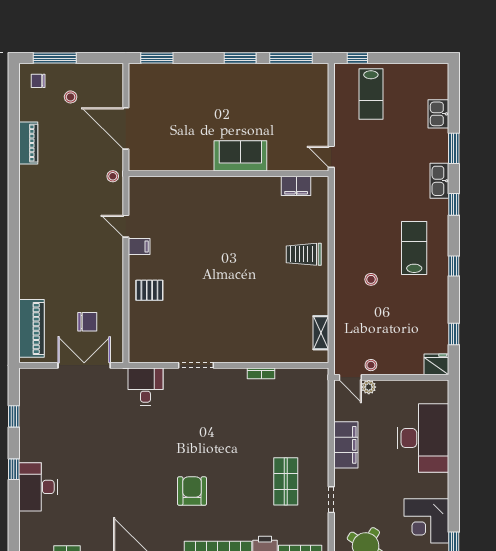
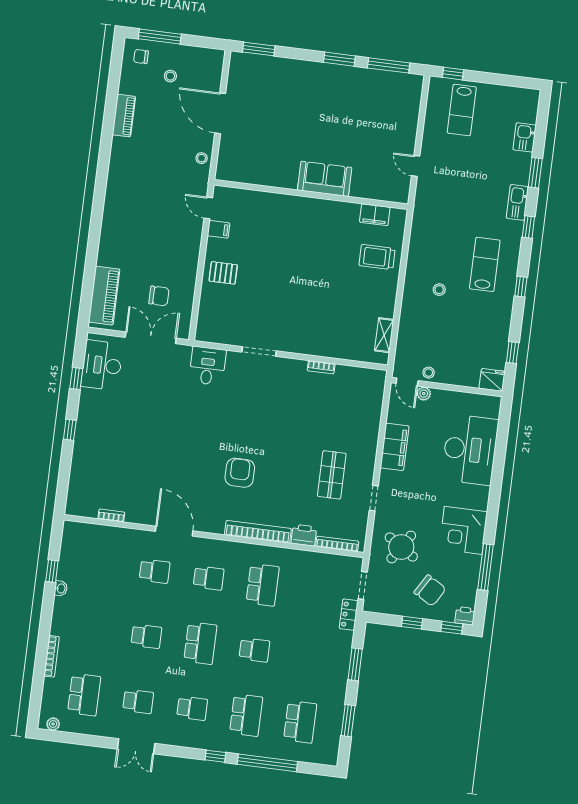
sofa: (240, 156) -> (325, 179), moved
wall: (229, 174) -> (311, 195), moved
filing cabinet: (296, 186) -> (375, 215), moved
desk: (38, 487) -> (102, 365), moved

